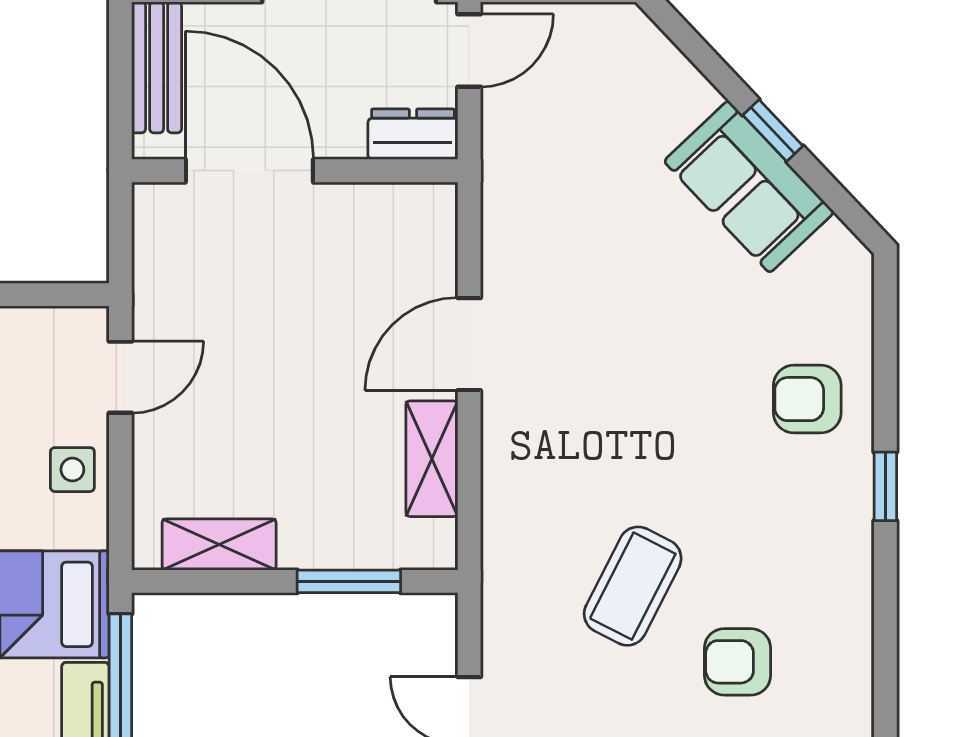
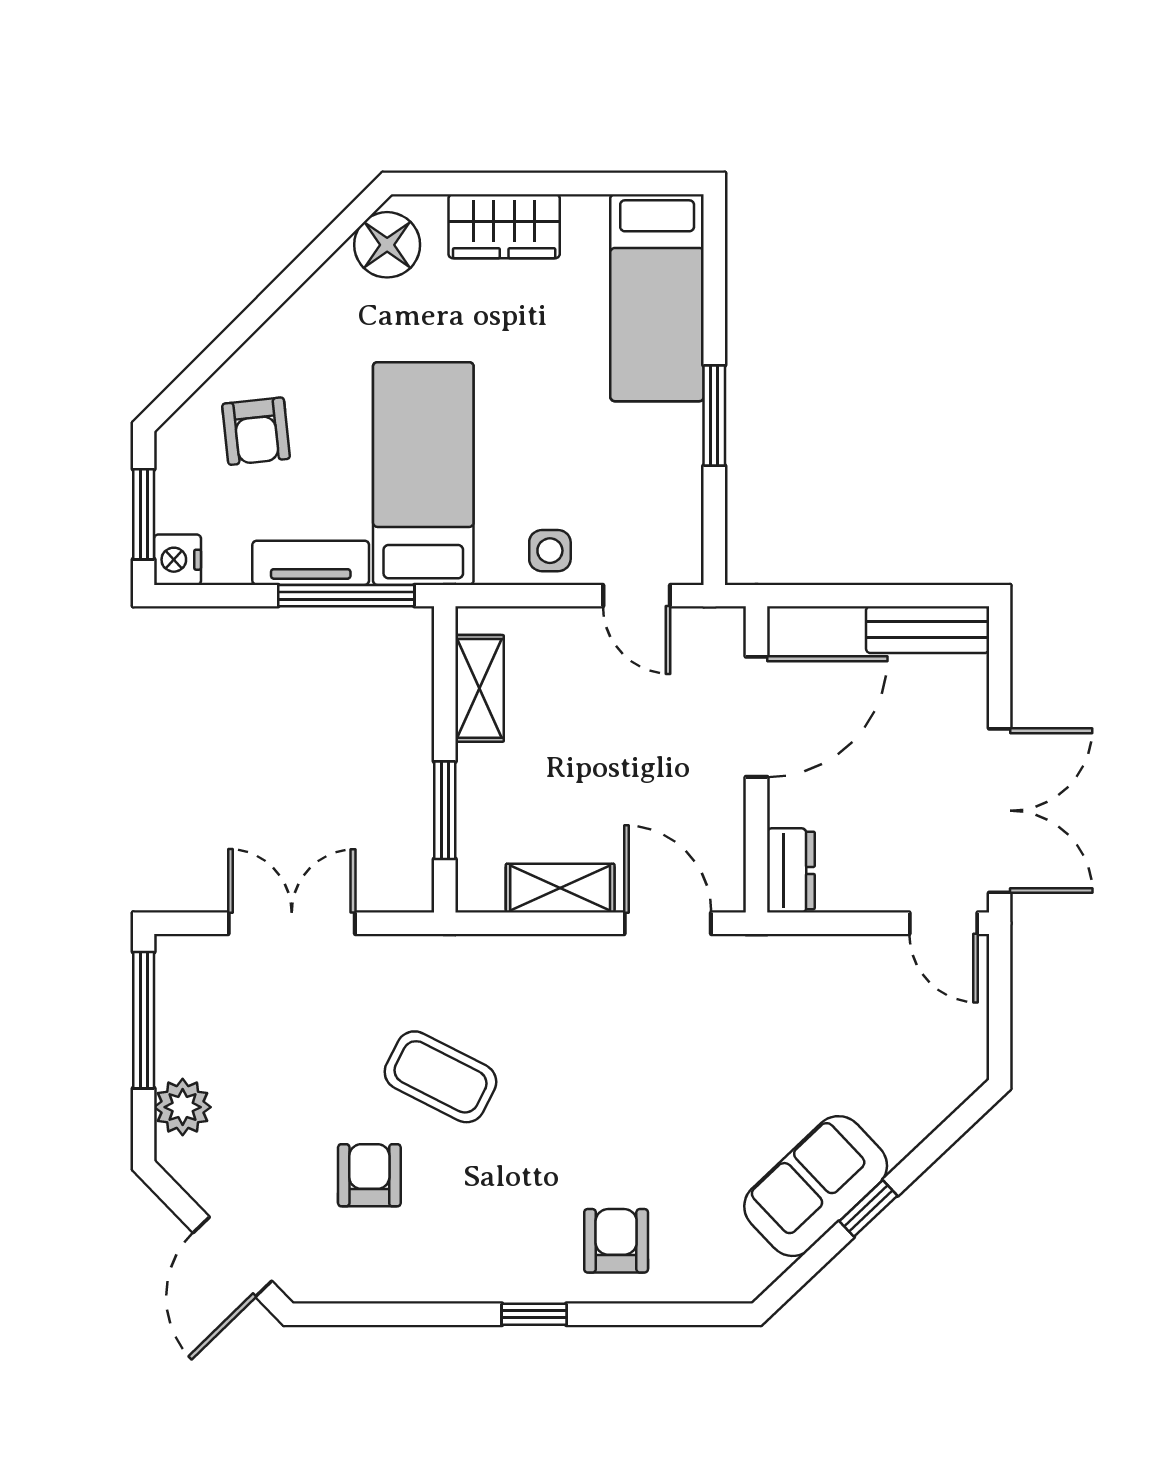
dresser: (413, 134) -> (791, 870), moved
door: (249, 171) -> (757, 717), moved
wall: (295, 171) -> (757, 759), moved

